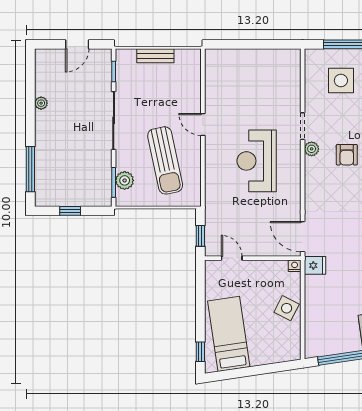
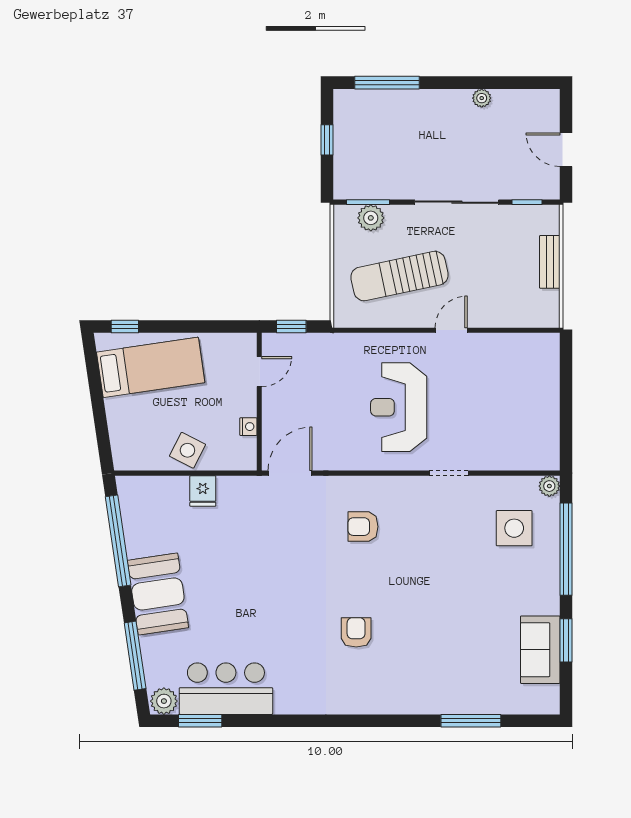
plant: (312, 149) -> (549, 486), moved
armchair: (347, 155) -> (363, 527), moved
reception desk: (257, 161) -> (399, 407), turned -90
fridge: (315, 265) -> (203, 491), moved
nightstand: (295, 266) -> (248, 427), moved

